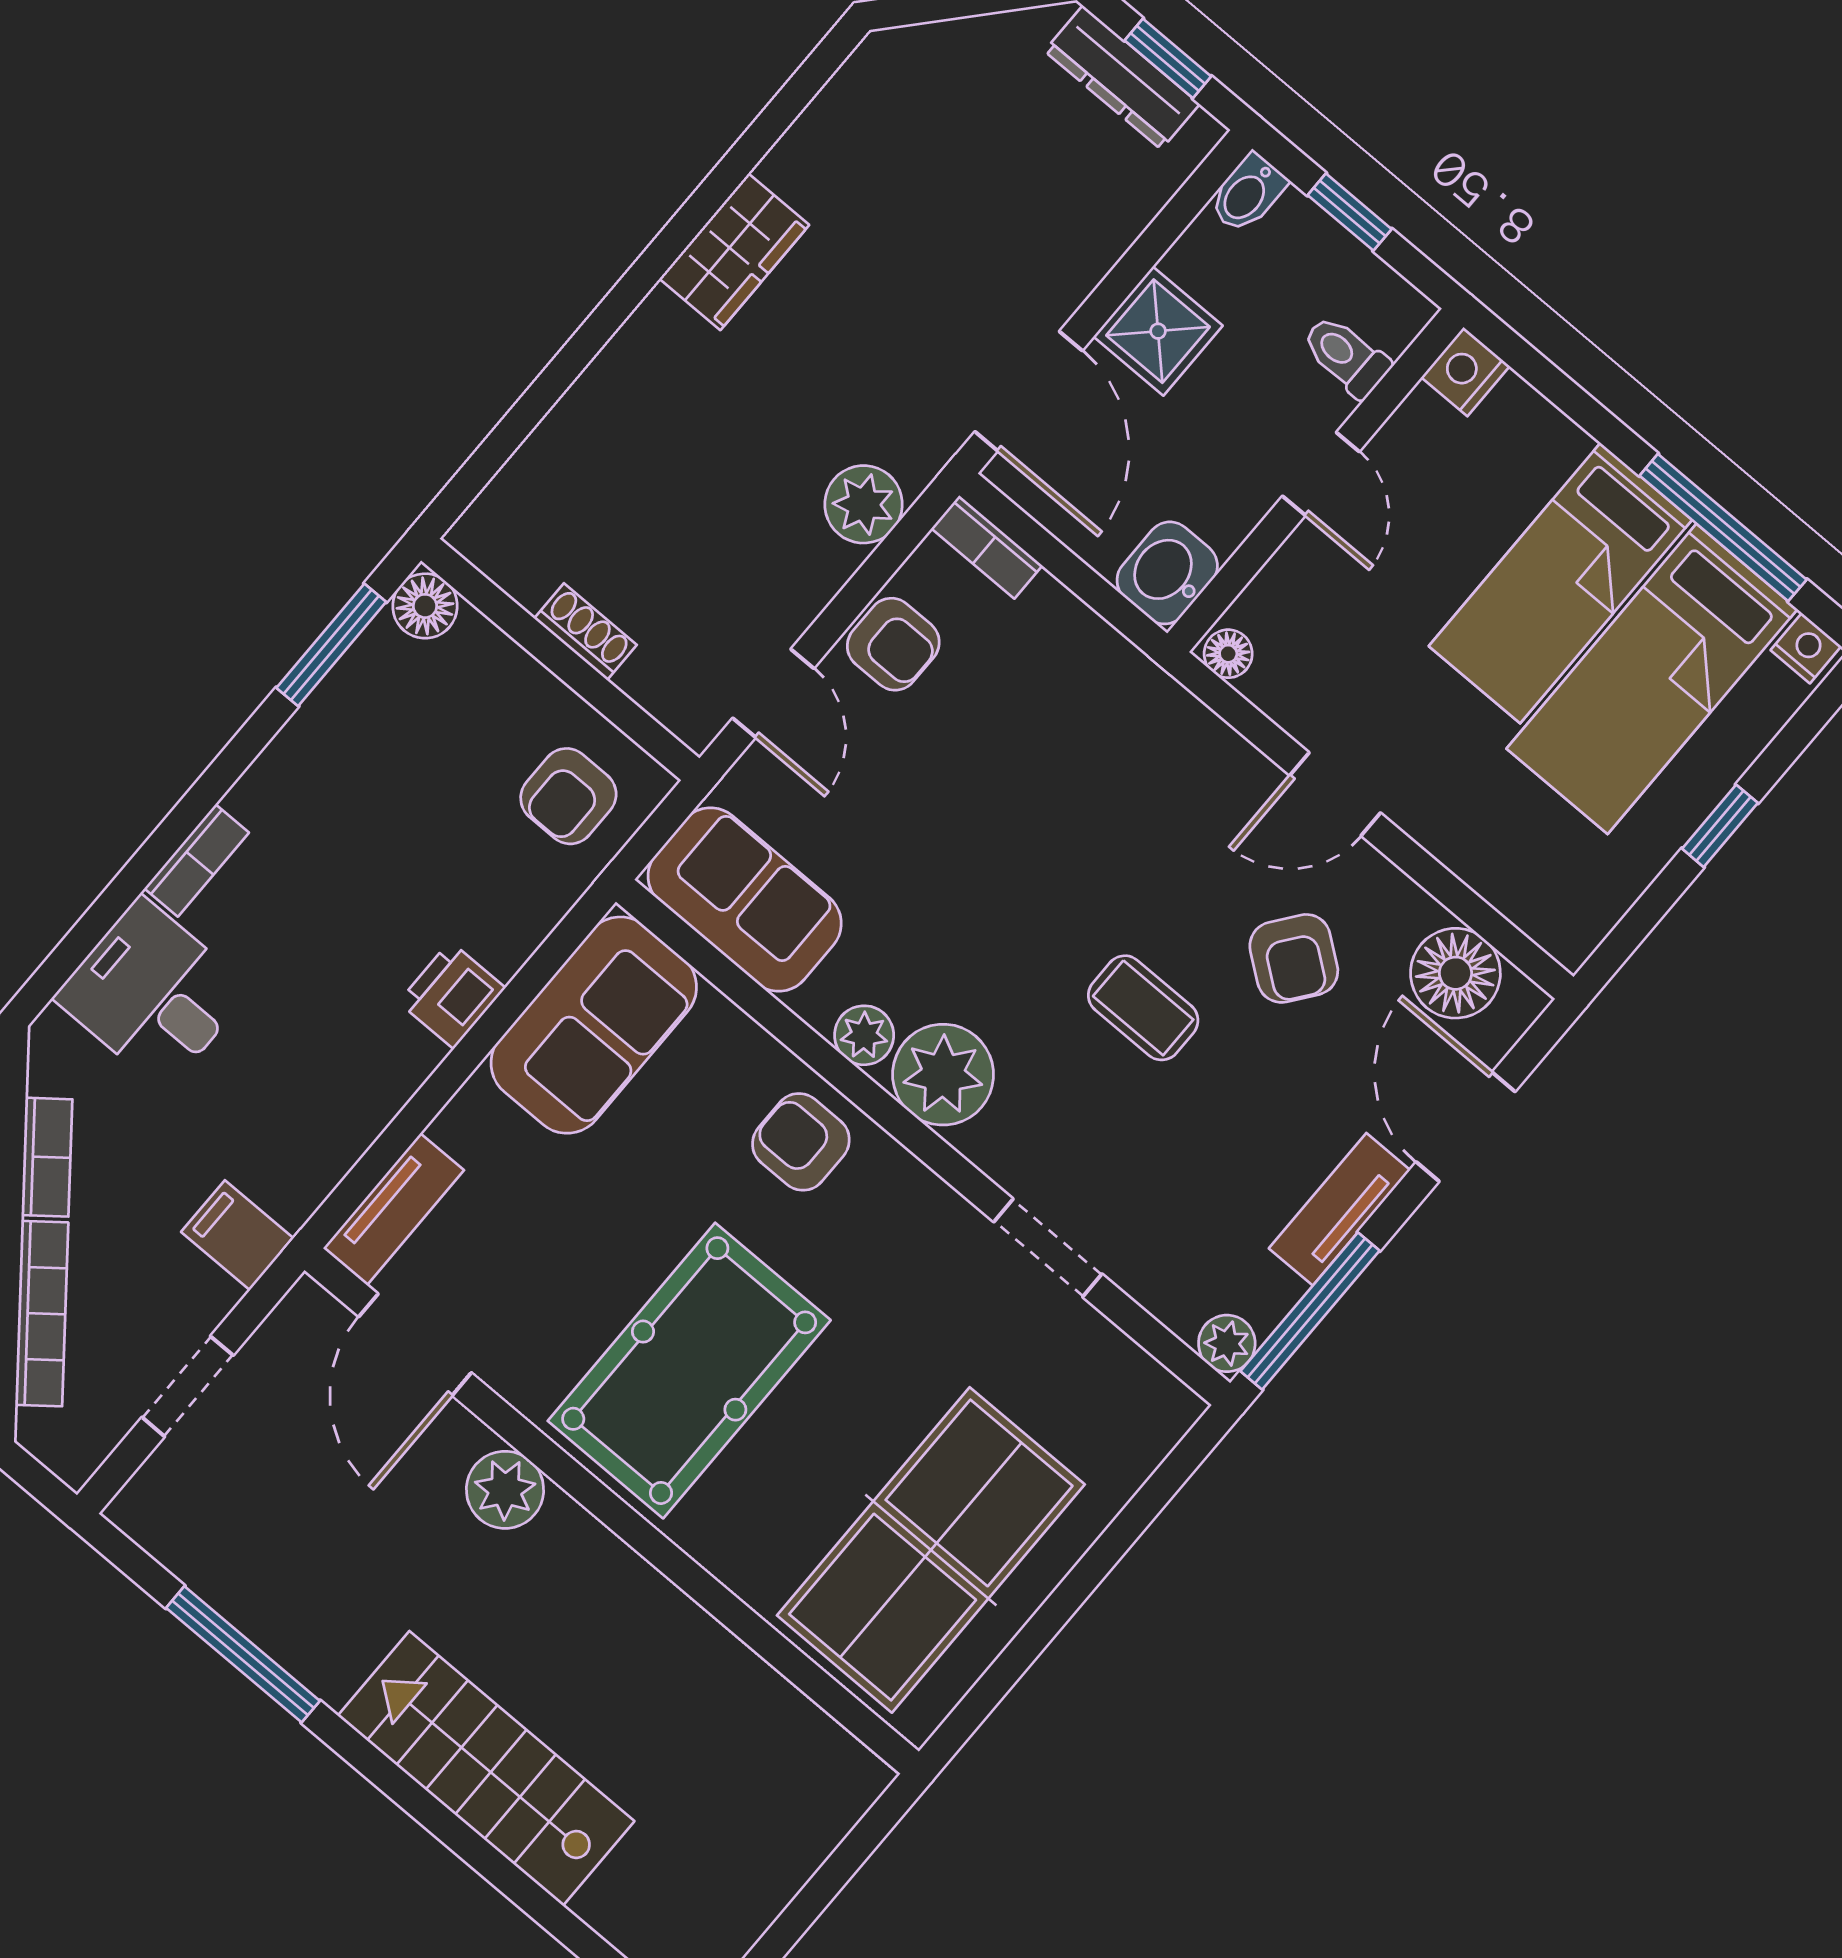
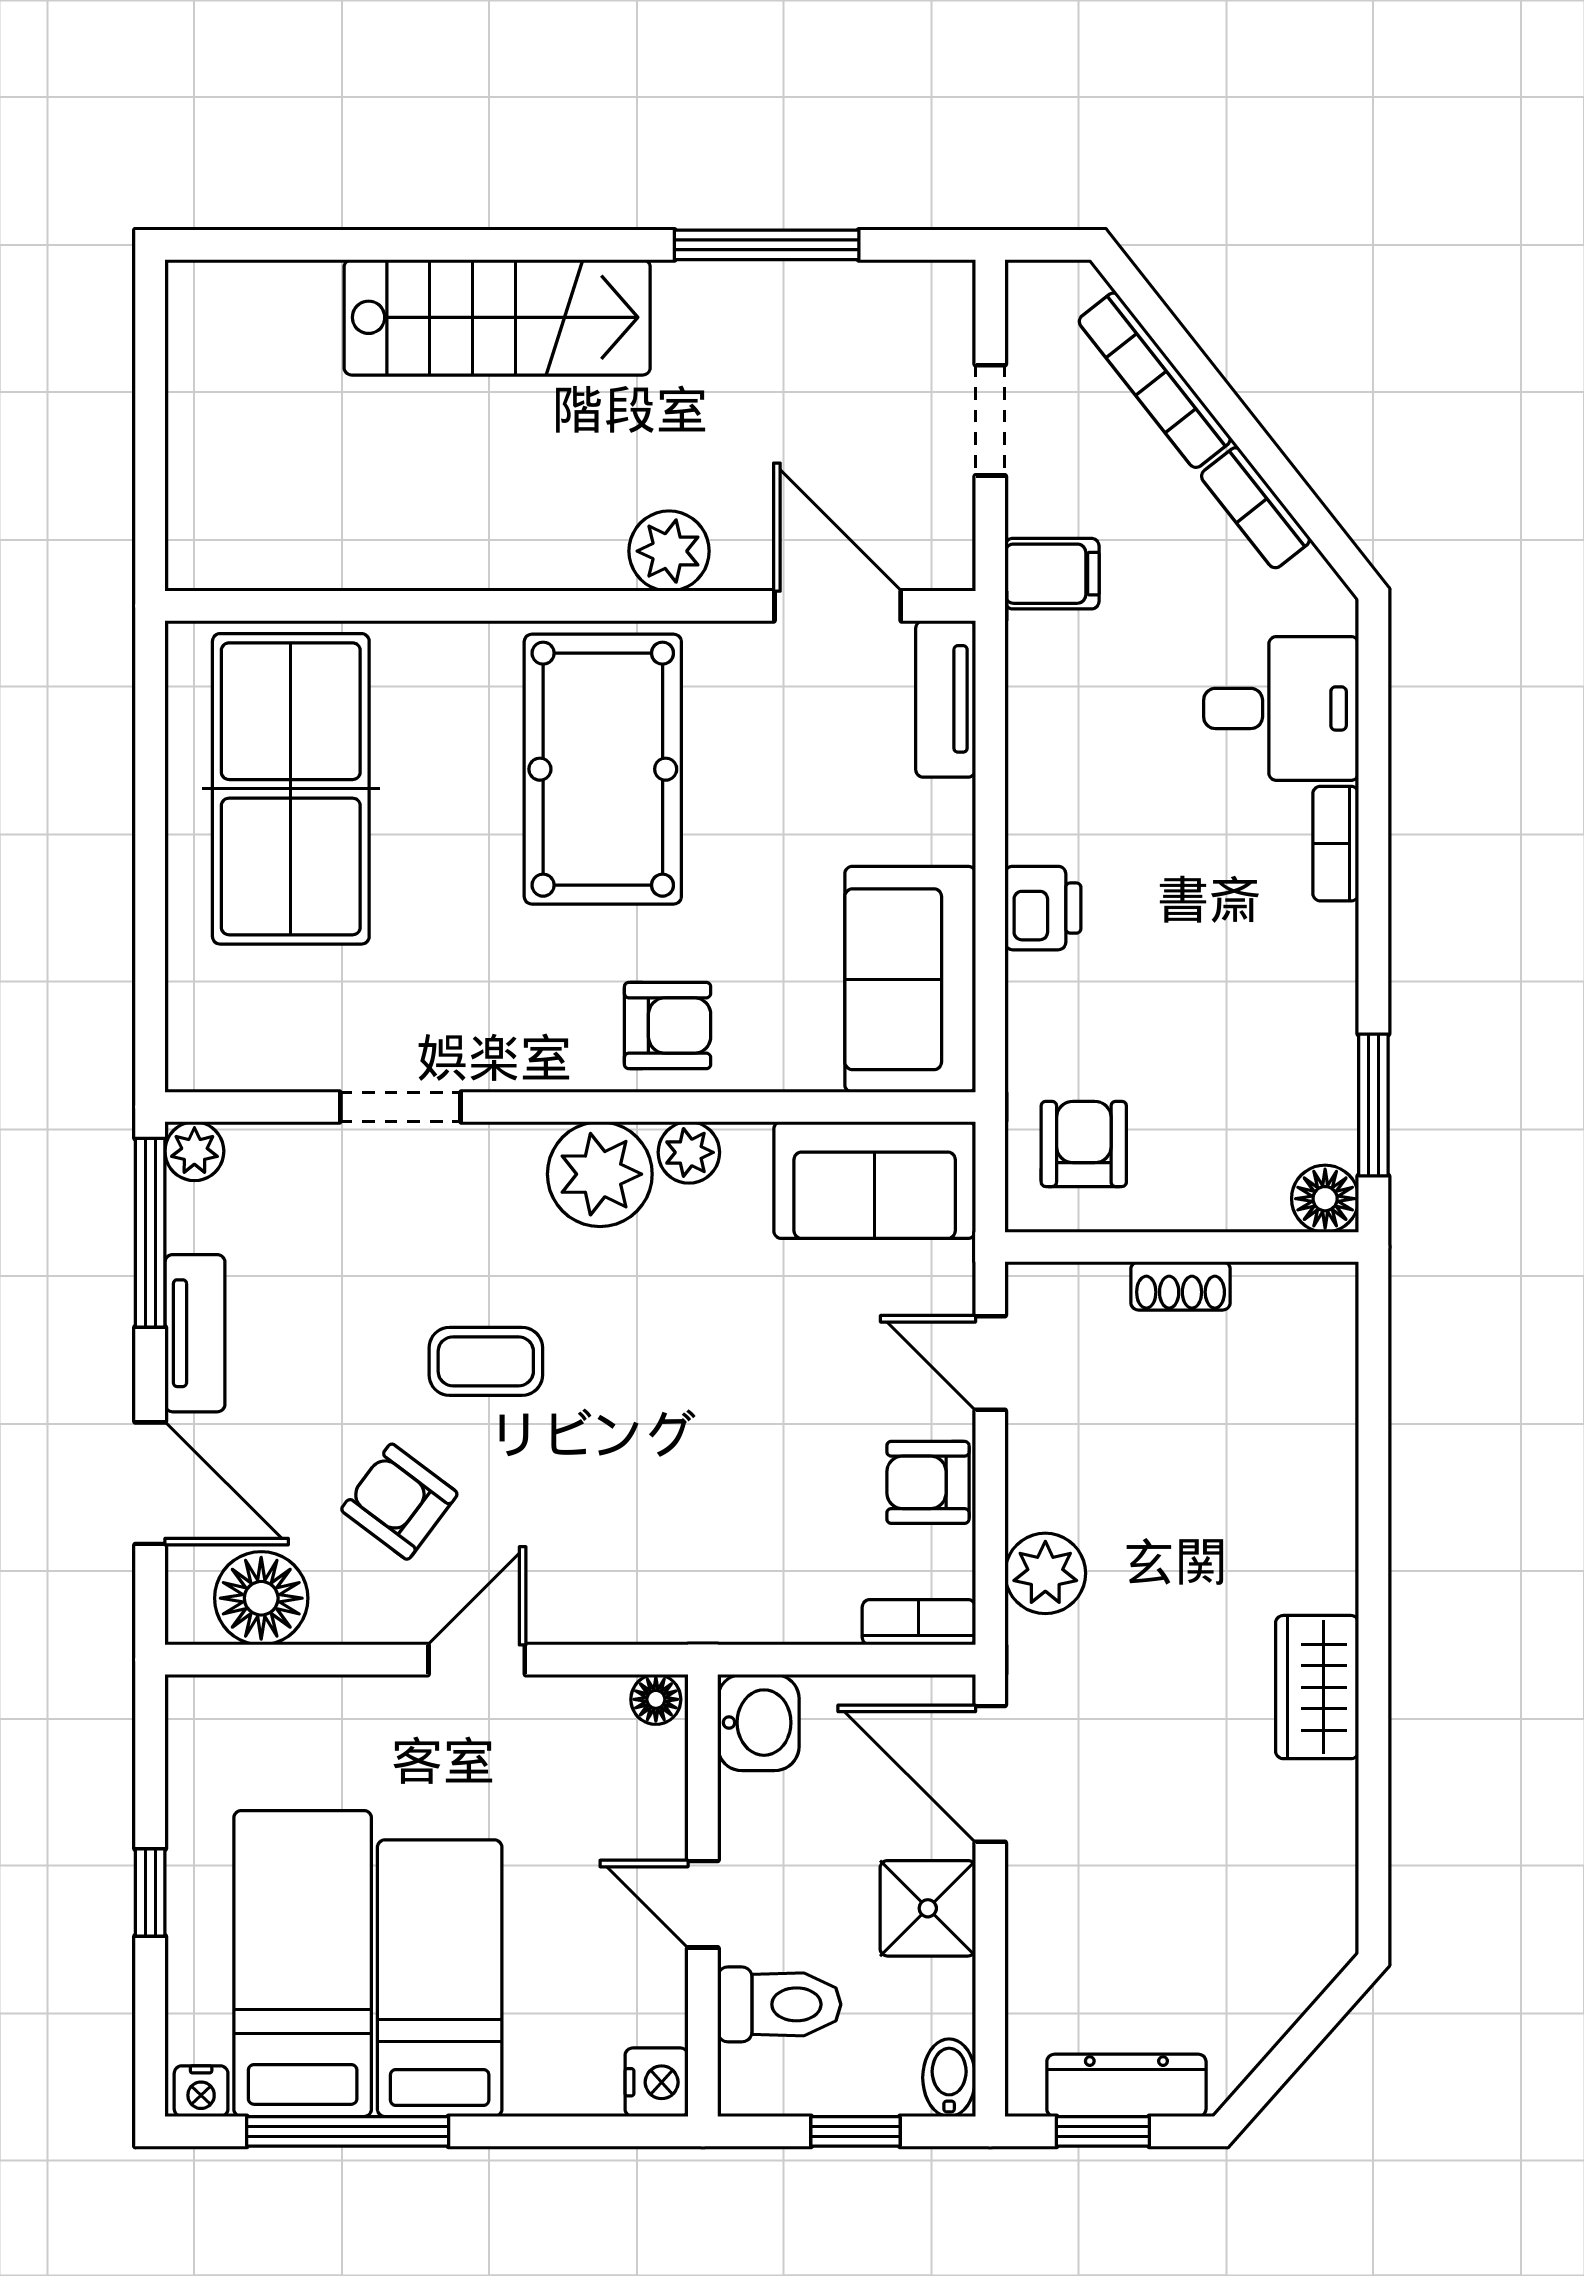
toilet: (1346, 356) -> (779, 2004), width x1.37, depth x1.39

